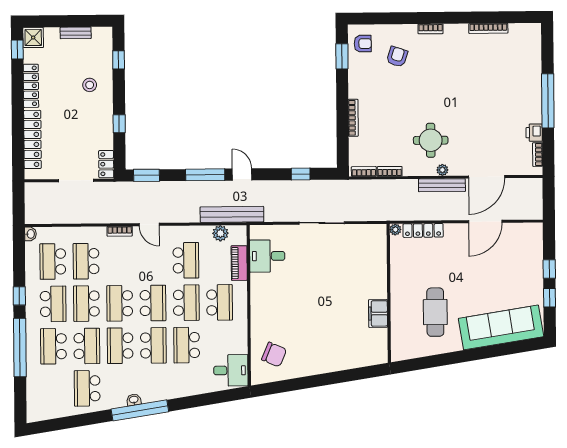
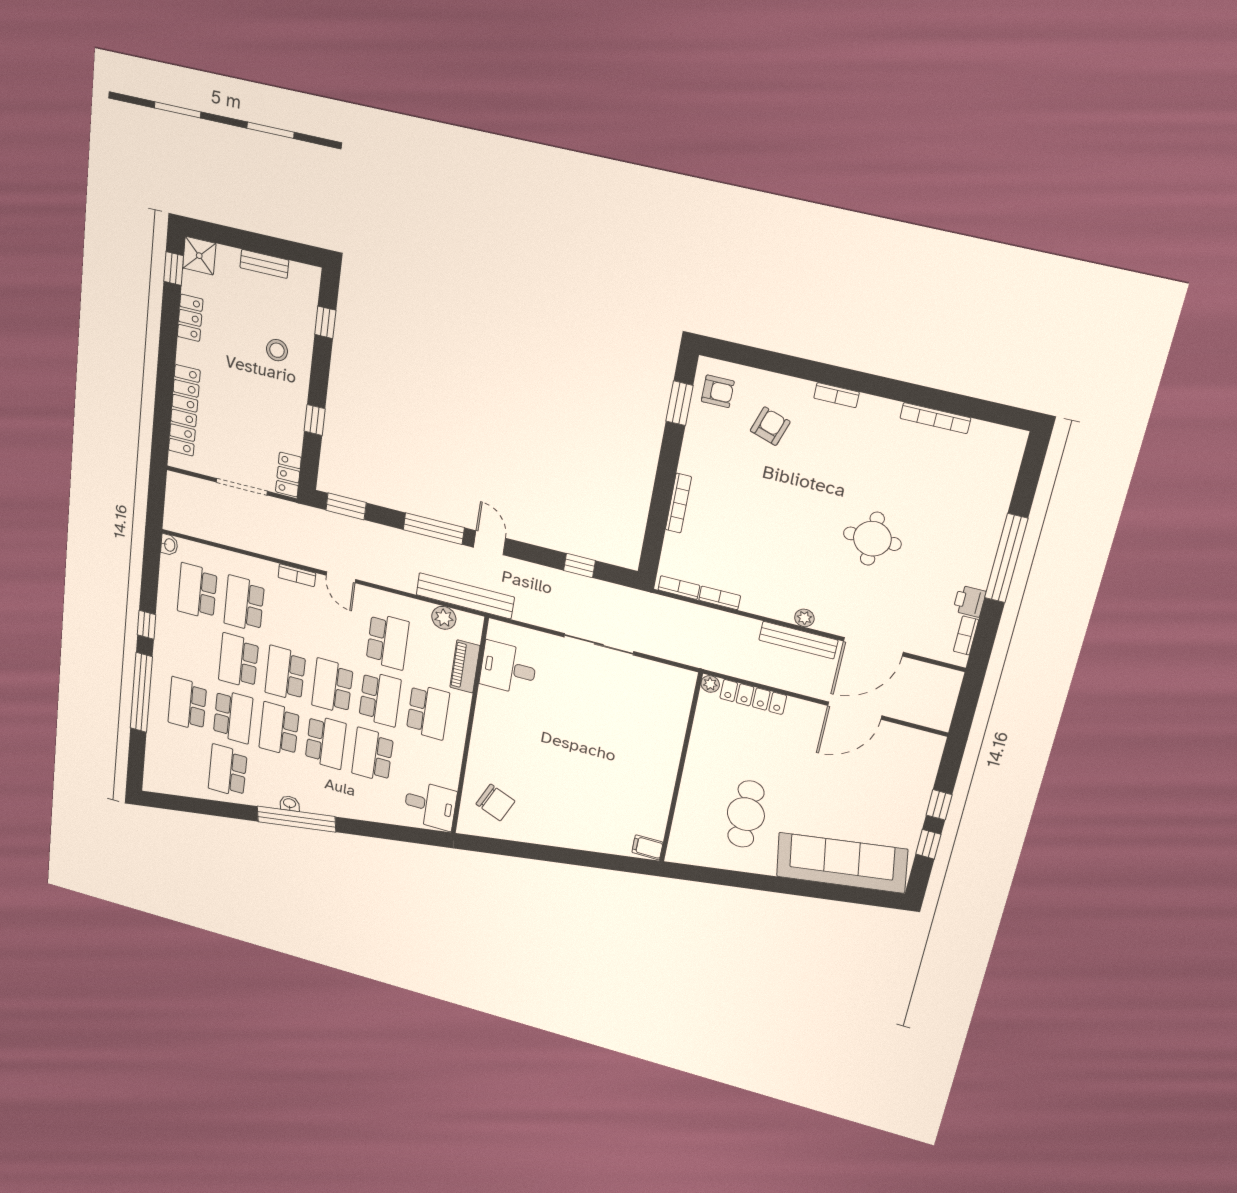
locker: (31, 86) -> (190, 318), width x0.66
round table: (431, 140) -> (872, 539), moved
school desk: (153, 303) -> (332, 686), turned 180
school desk: (53, 304) -> (192, 648), removed
filing cabinet: (378, 313) -> (647, 847), moved, width x0.50

